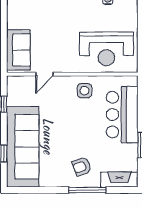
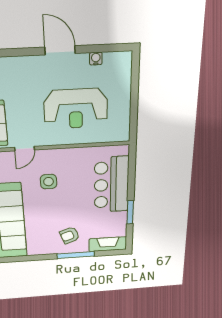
reception desk: (106, 49) -> (76, 109), moved
side table: (84, 91) -> (49, 182), moved

